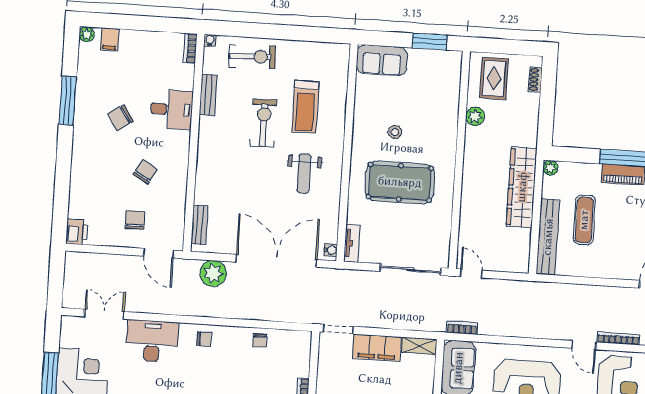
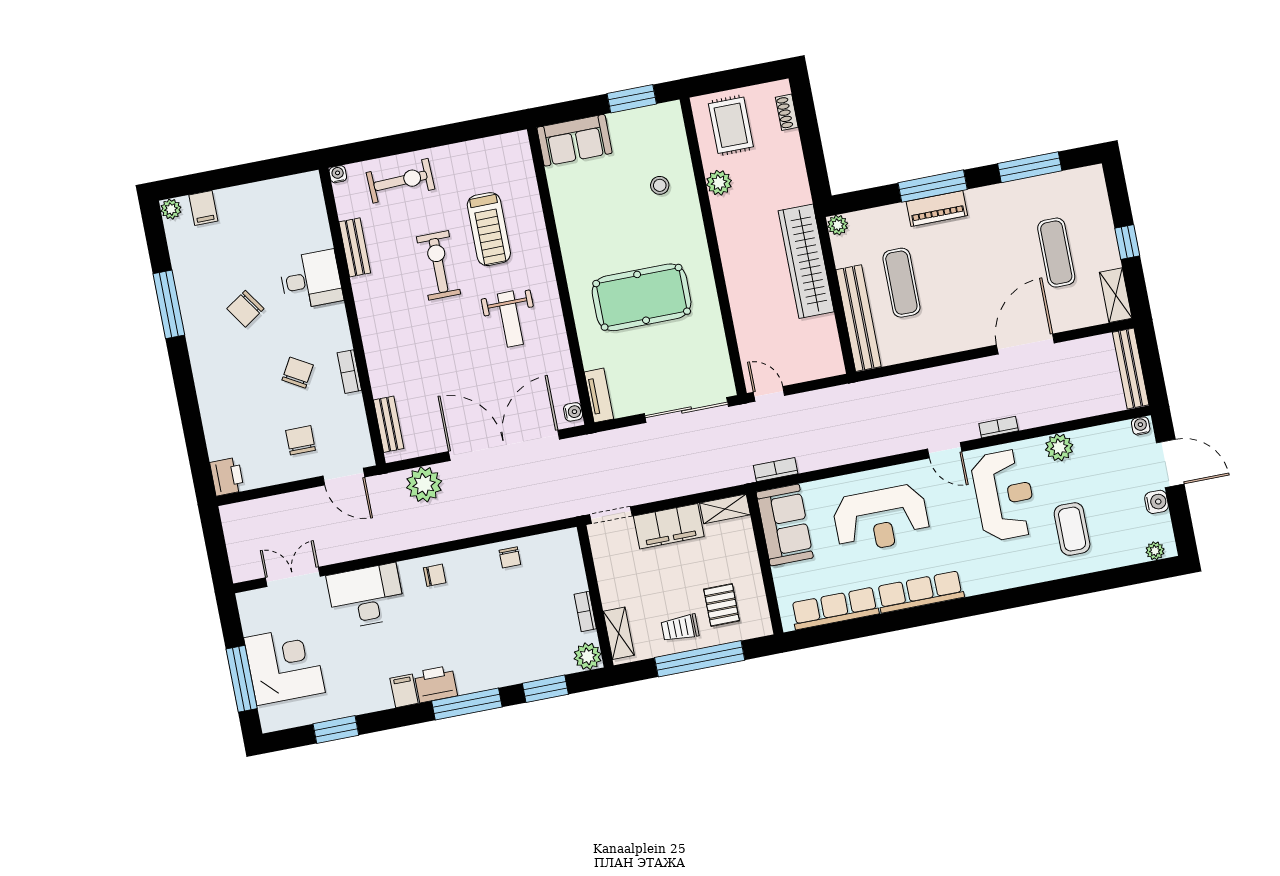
bookcase: (190, 48) -> (349, 372), moved
stool: (395, 132) -> (660, 185), moved
bookcase: (618, 338) -> (999, 427), width x0.64

